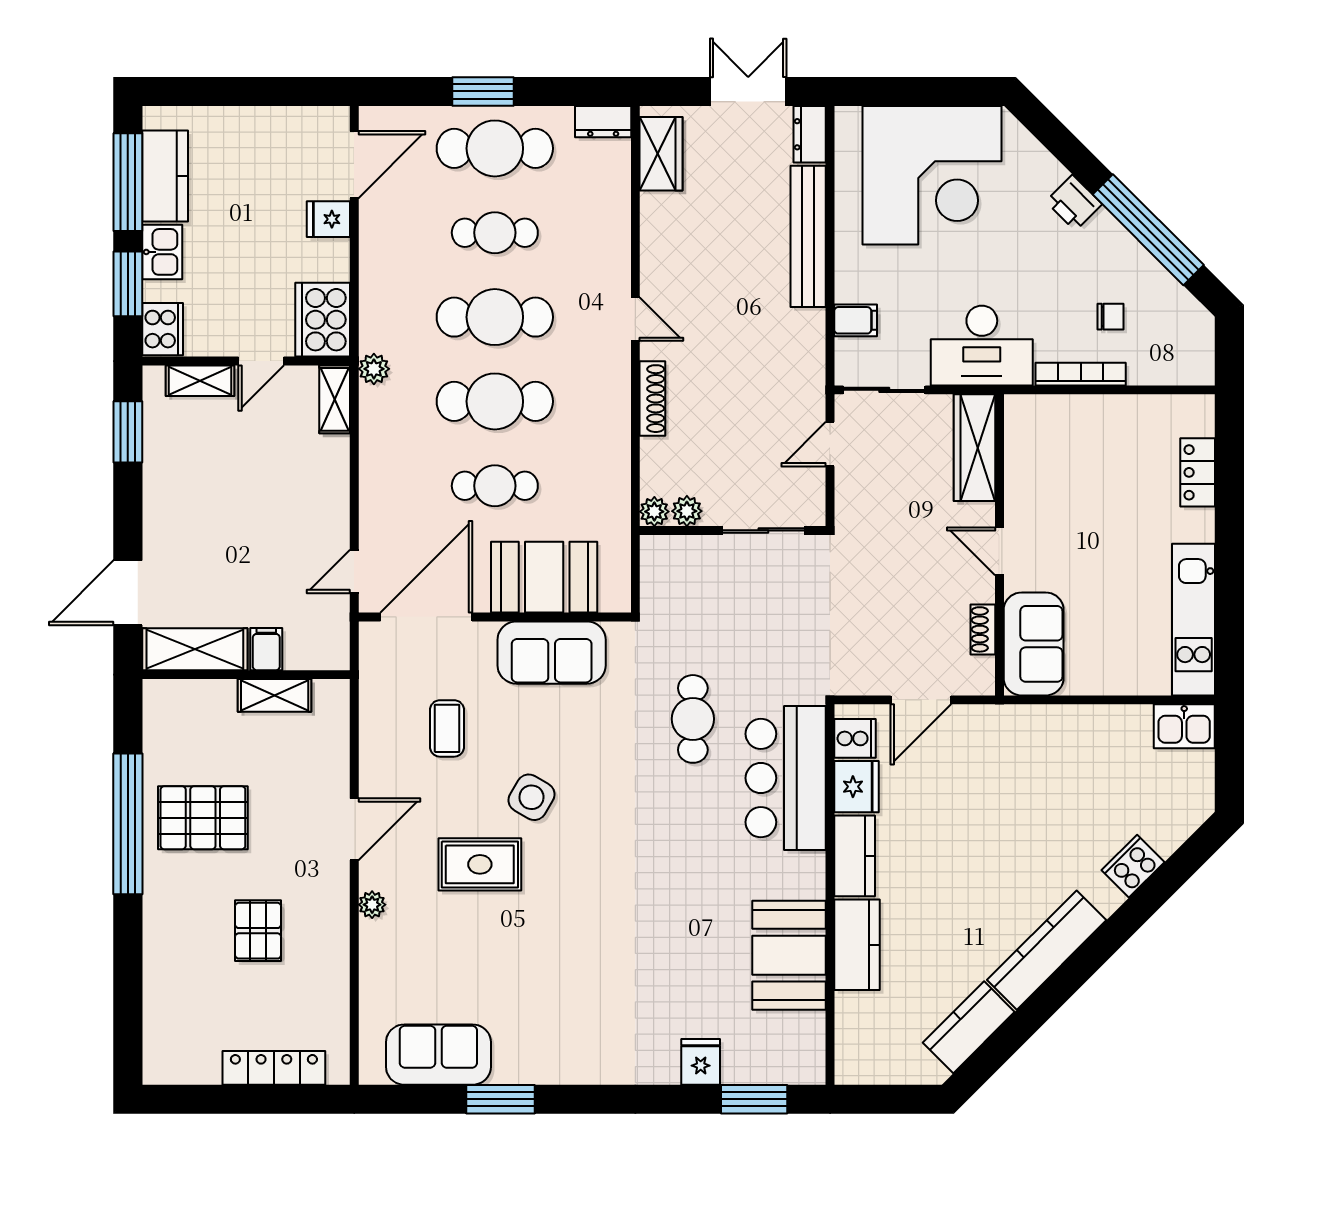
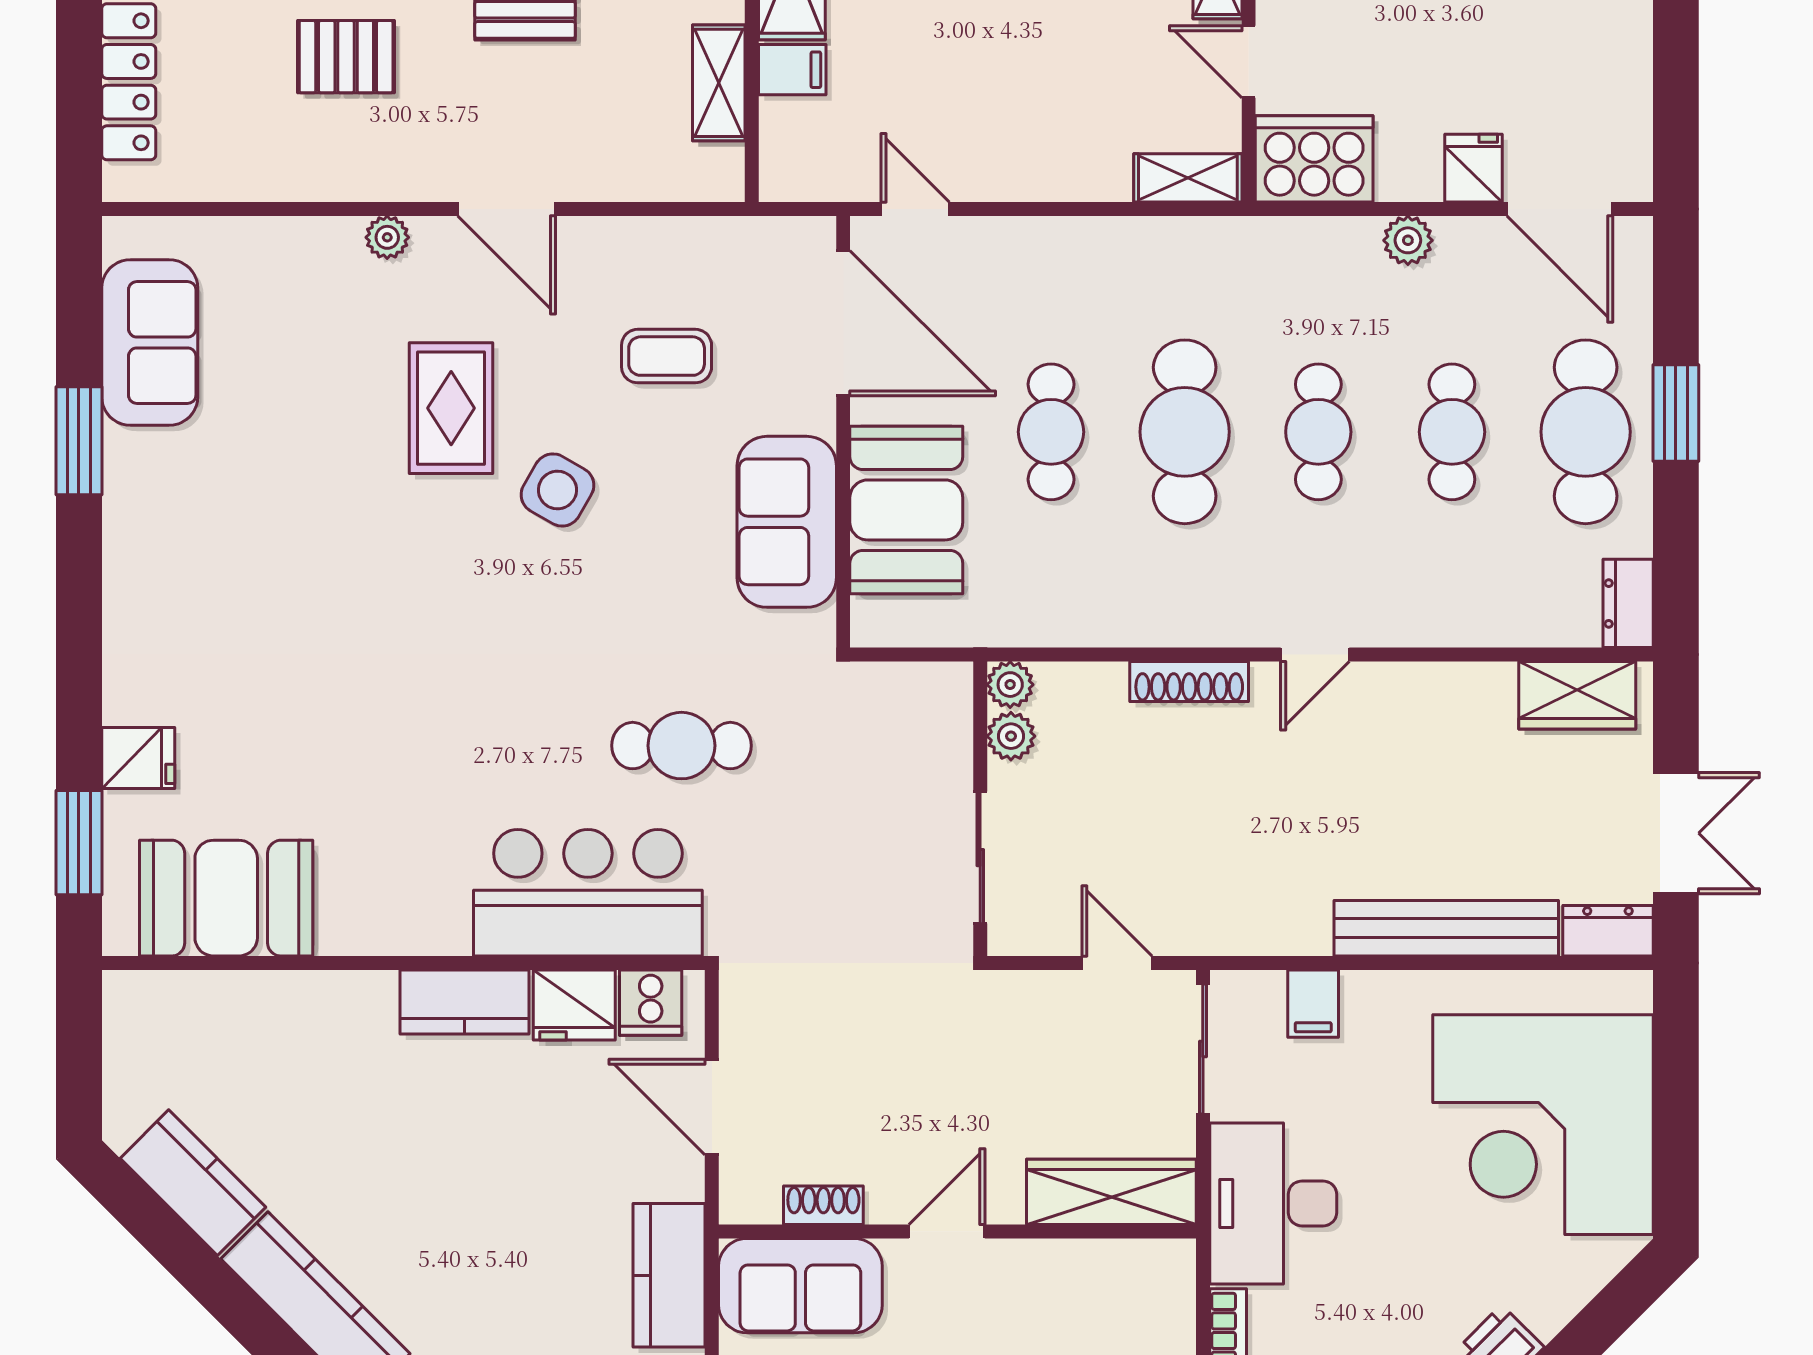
cafe table: (495, 317) -> (1318, 432), width x0.73, depth x0.74
plant: (374, 369) -> (1408, 240), moved
kitchen counter: (857, 945) -> (669, 1275), moved, turned 90
booth: (789, 955) -> (226, 898), moved

